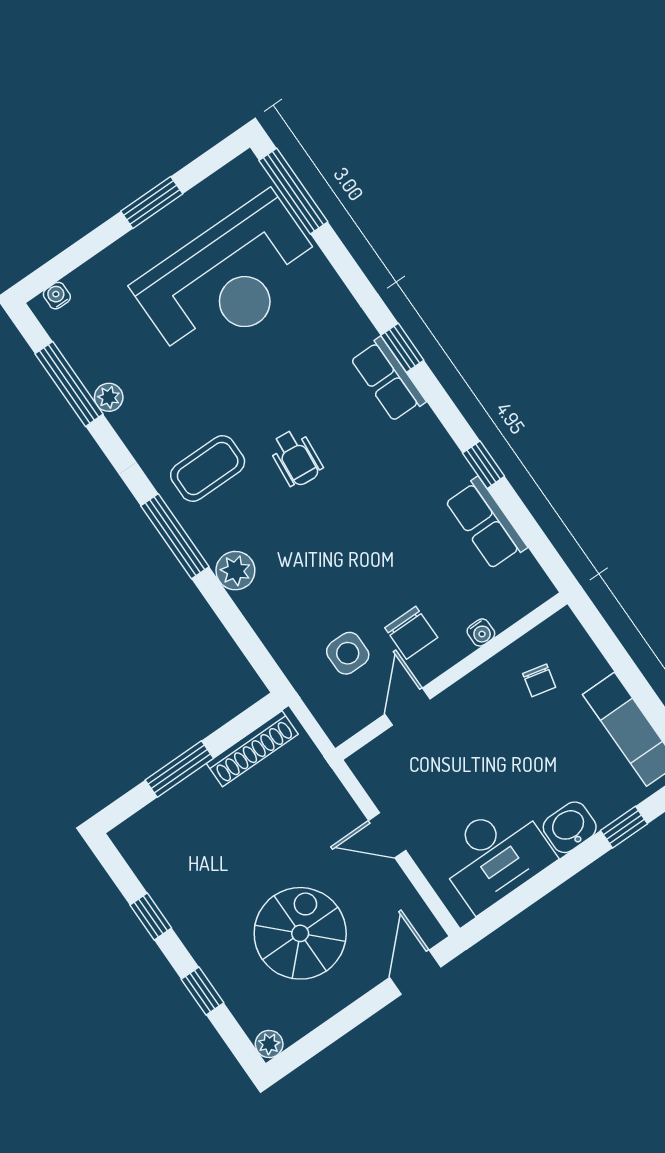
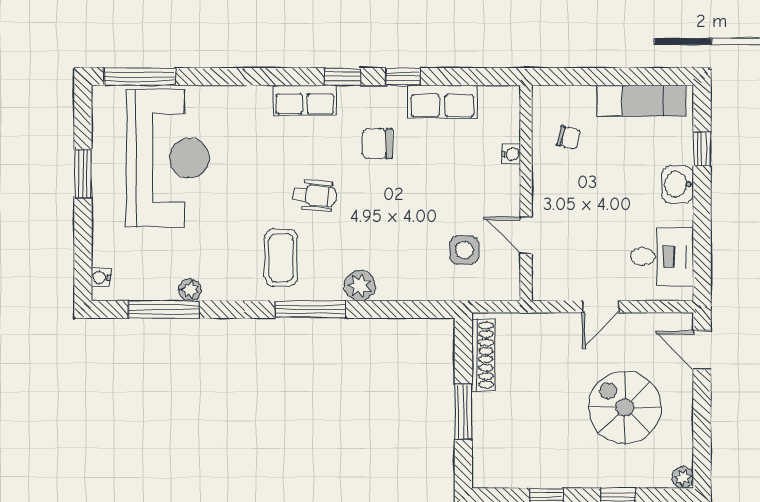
window: (402, 348) -> (343, 77), moved
chair: (411, 633) -> (377, 144), moved, turned 180
desk: (495, 855) -> (662, 257), width x0.73

